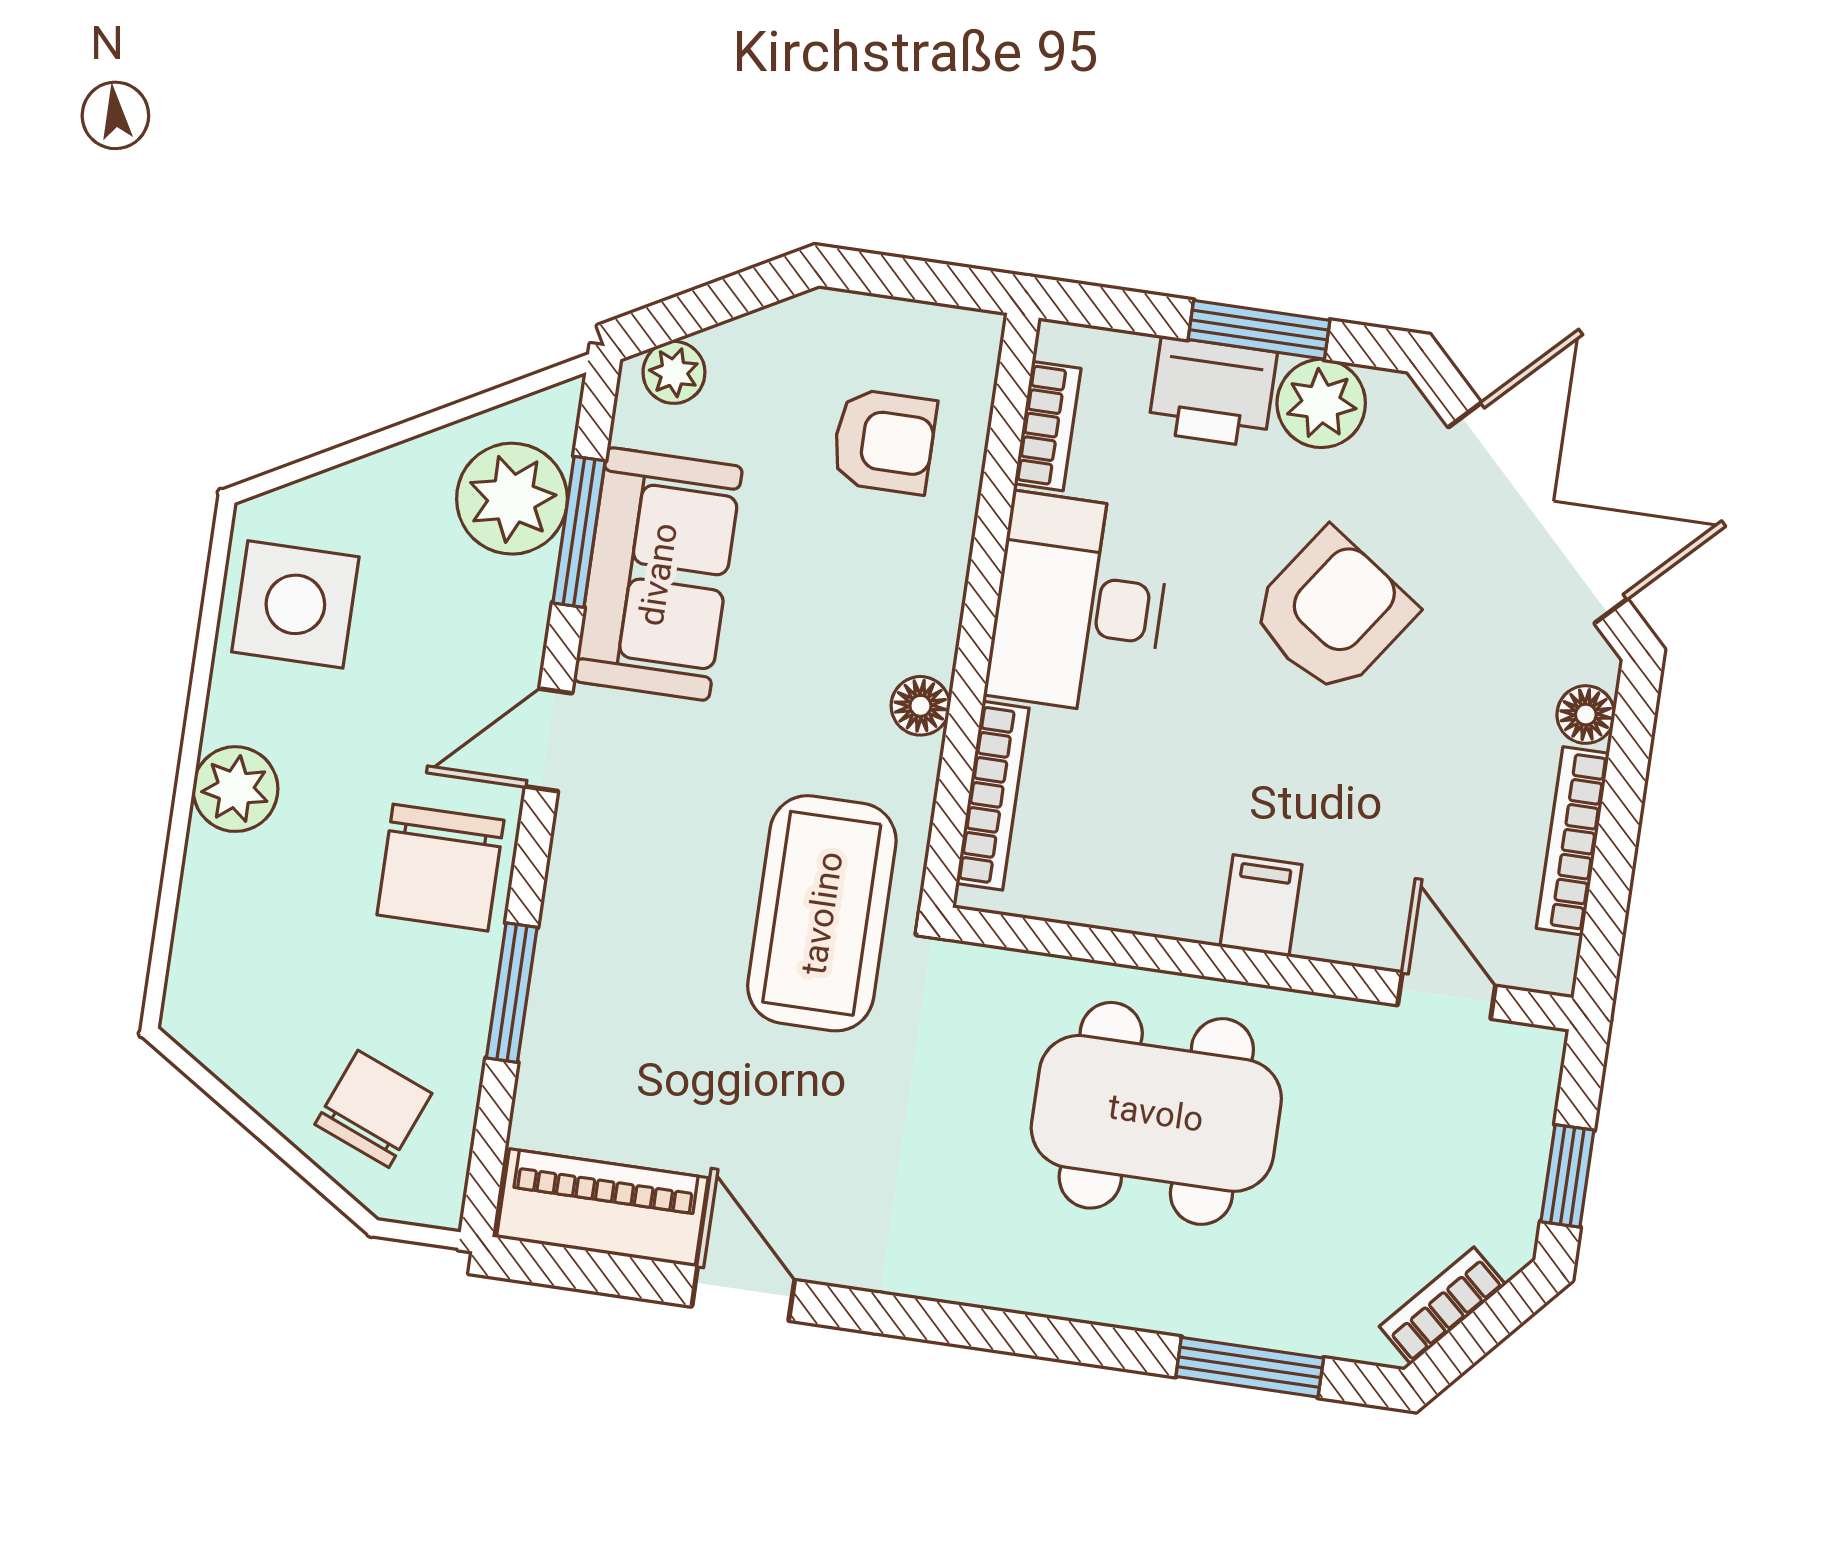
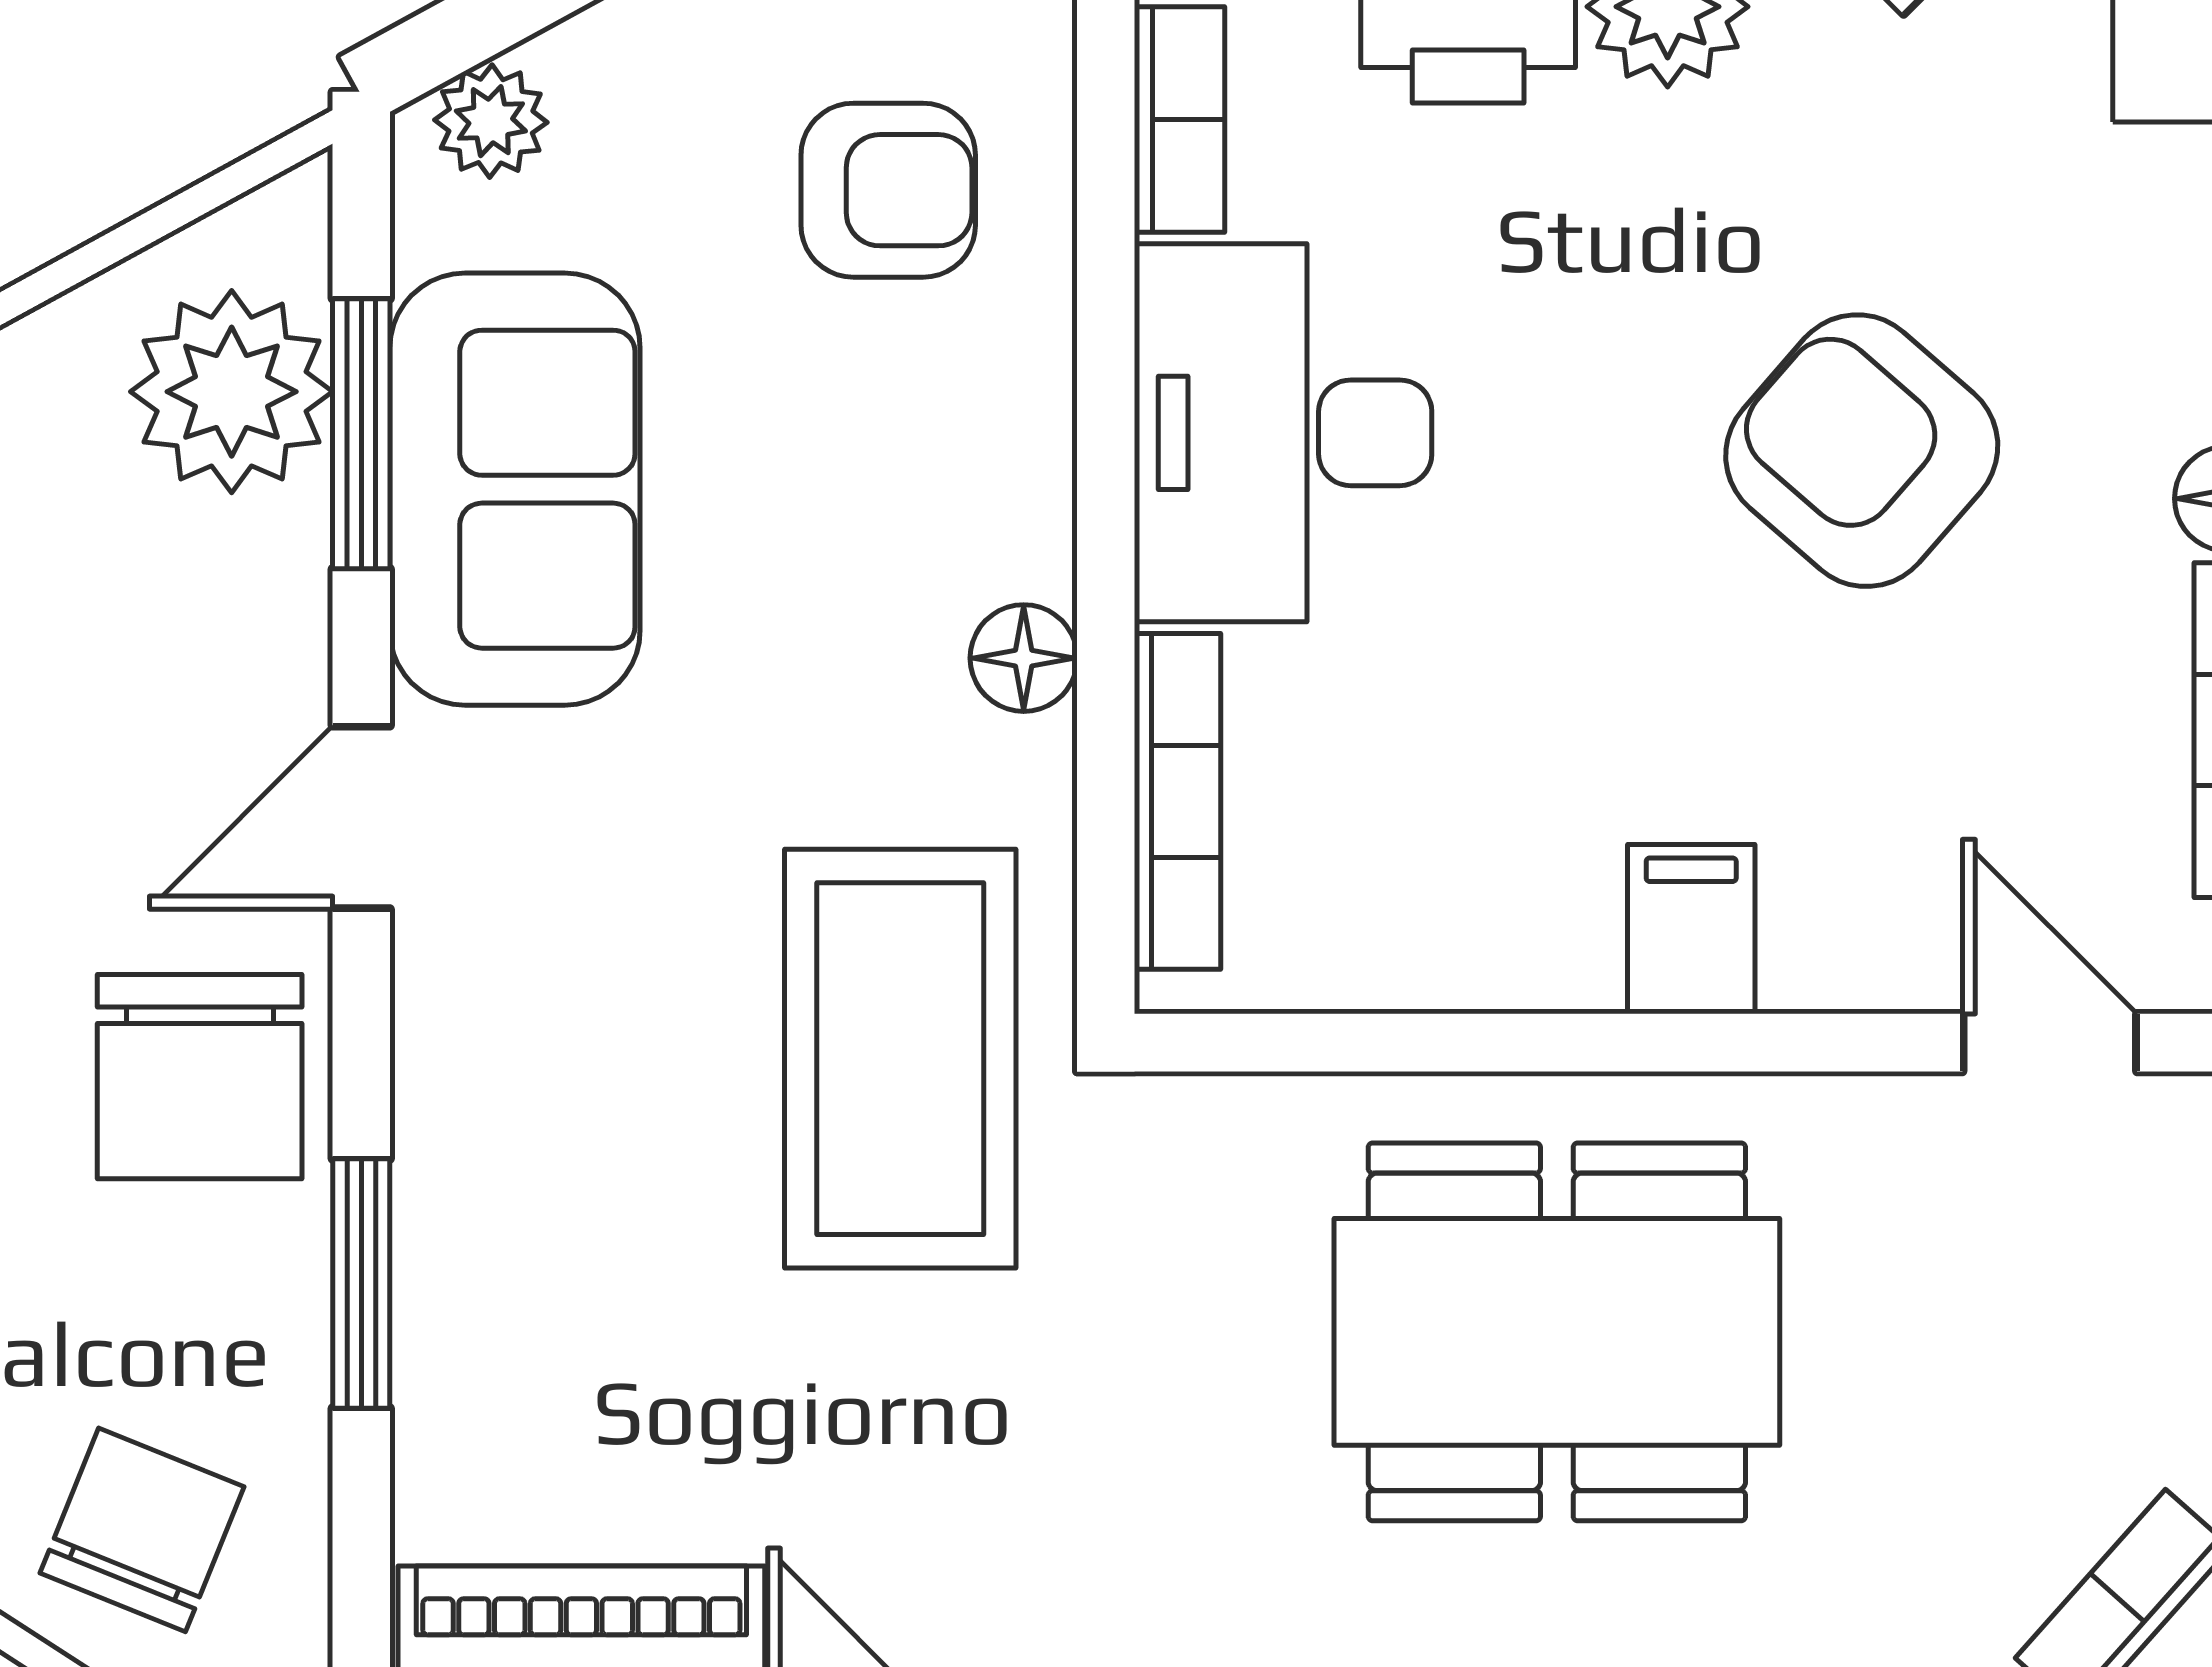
armchair: (1332, 612) -> (1862, 451), moved, turned -84

